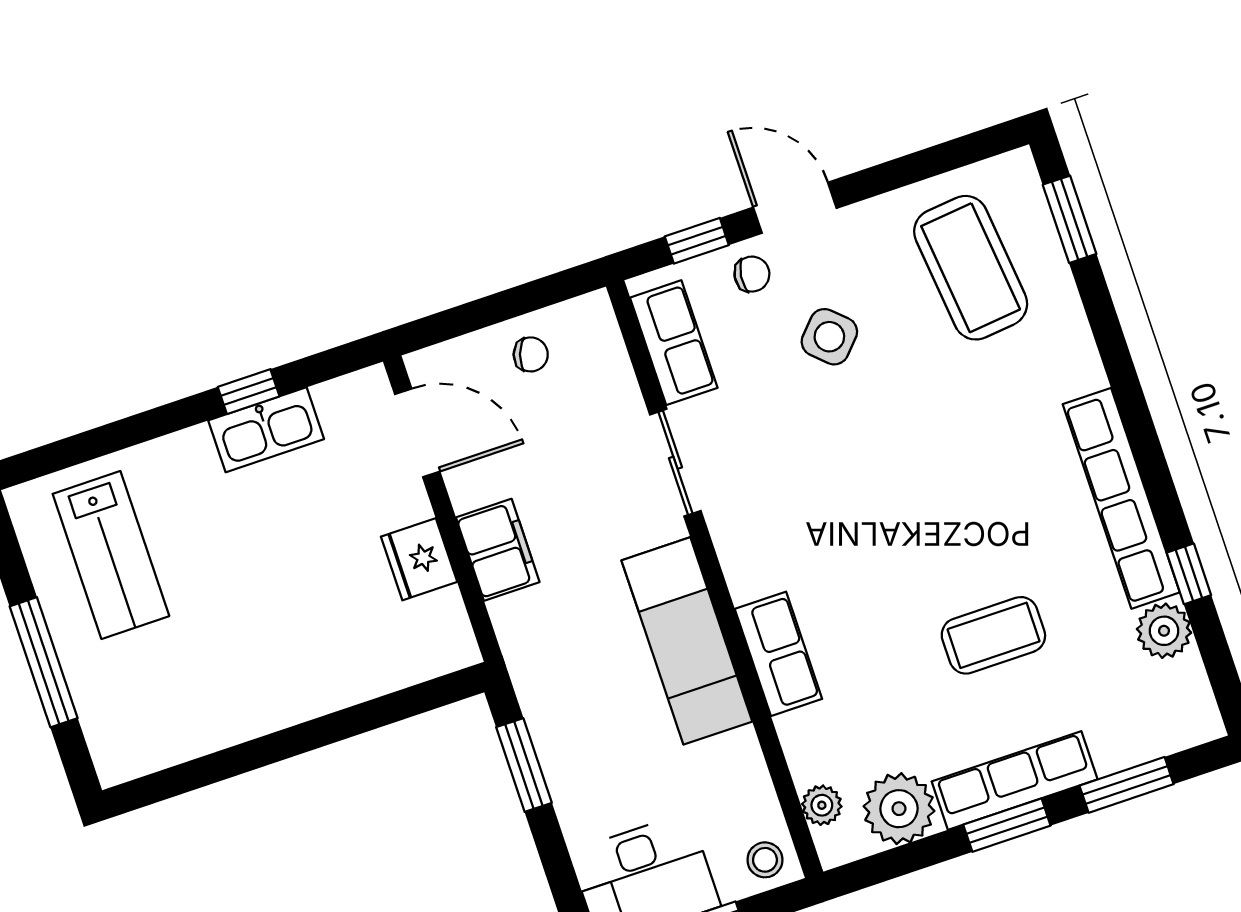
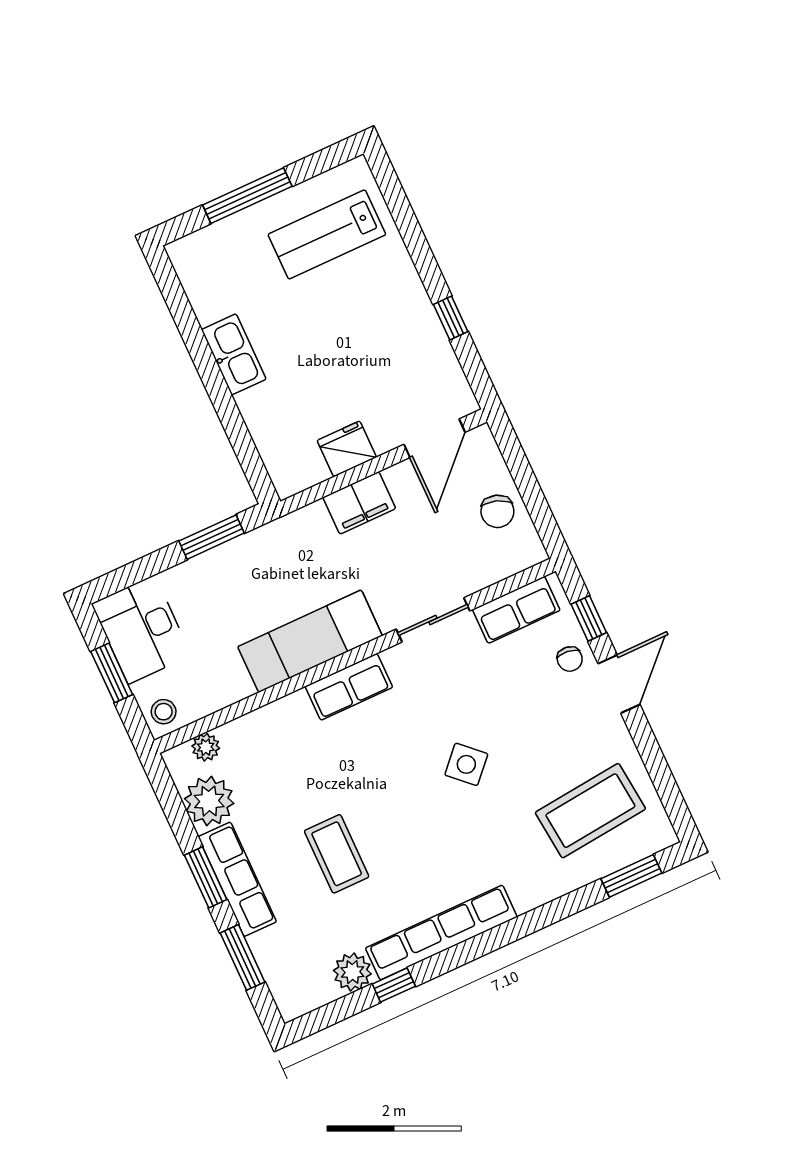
side table: (829, 337) -> (466, 764), moved
chair: (531, 354) -> (497, 511), width x1.37, depth x1.37
kitchen sink: (266, 430) -> (234, 354), moved, turned 180
row of seats: (778, 654) -> (349, 687), moved

